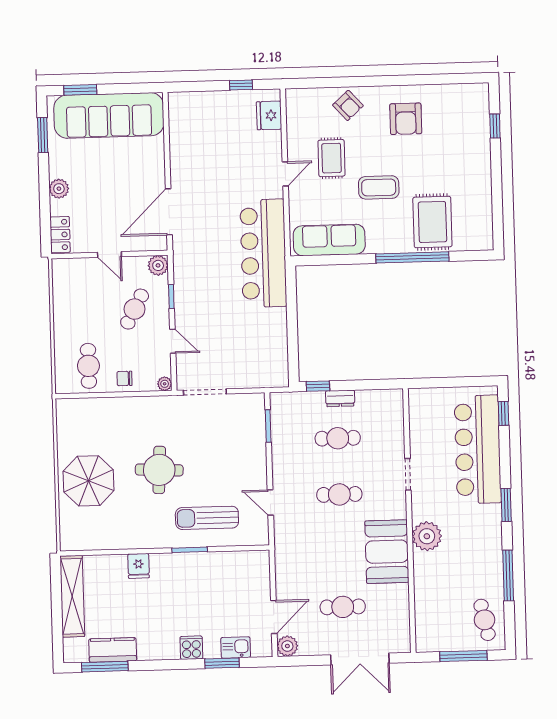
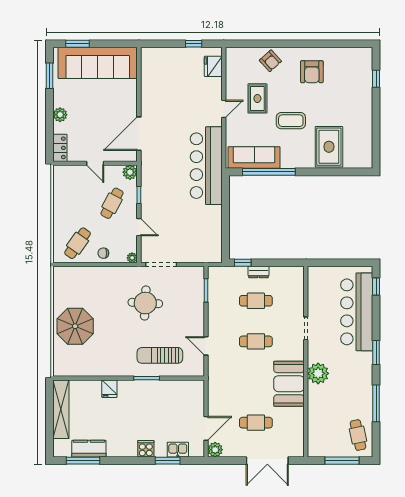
window: (412, 257) -> (269, 172), moved
cafe table: (88, 366) -> (78, 243), turned 35
round table: (159, 470) -> (145, 303), moved

